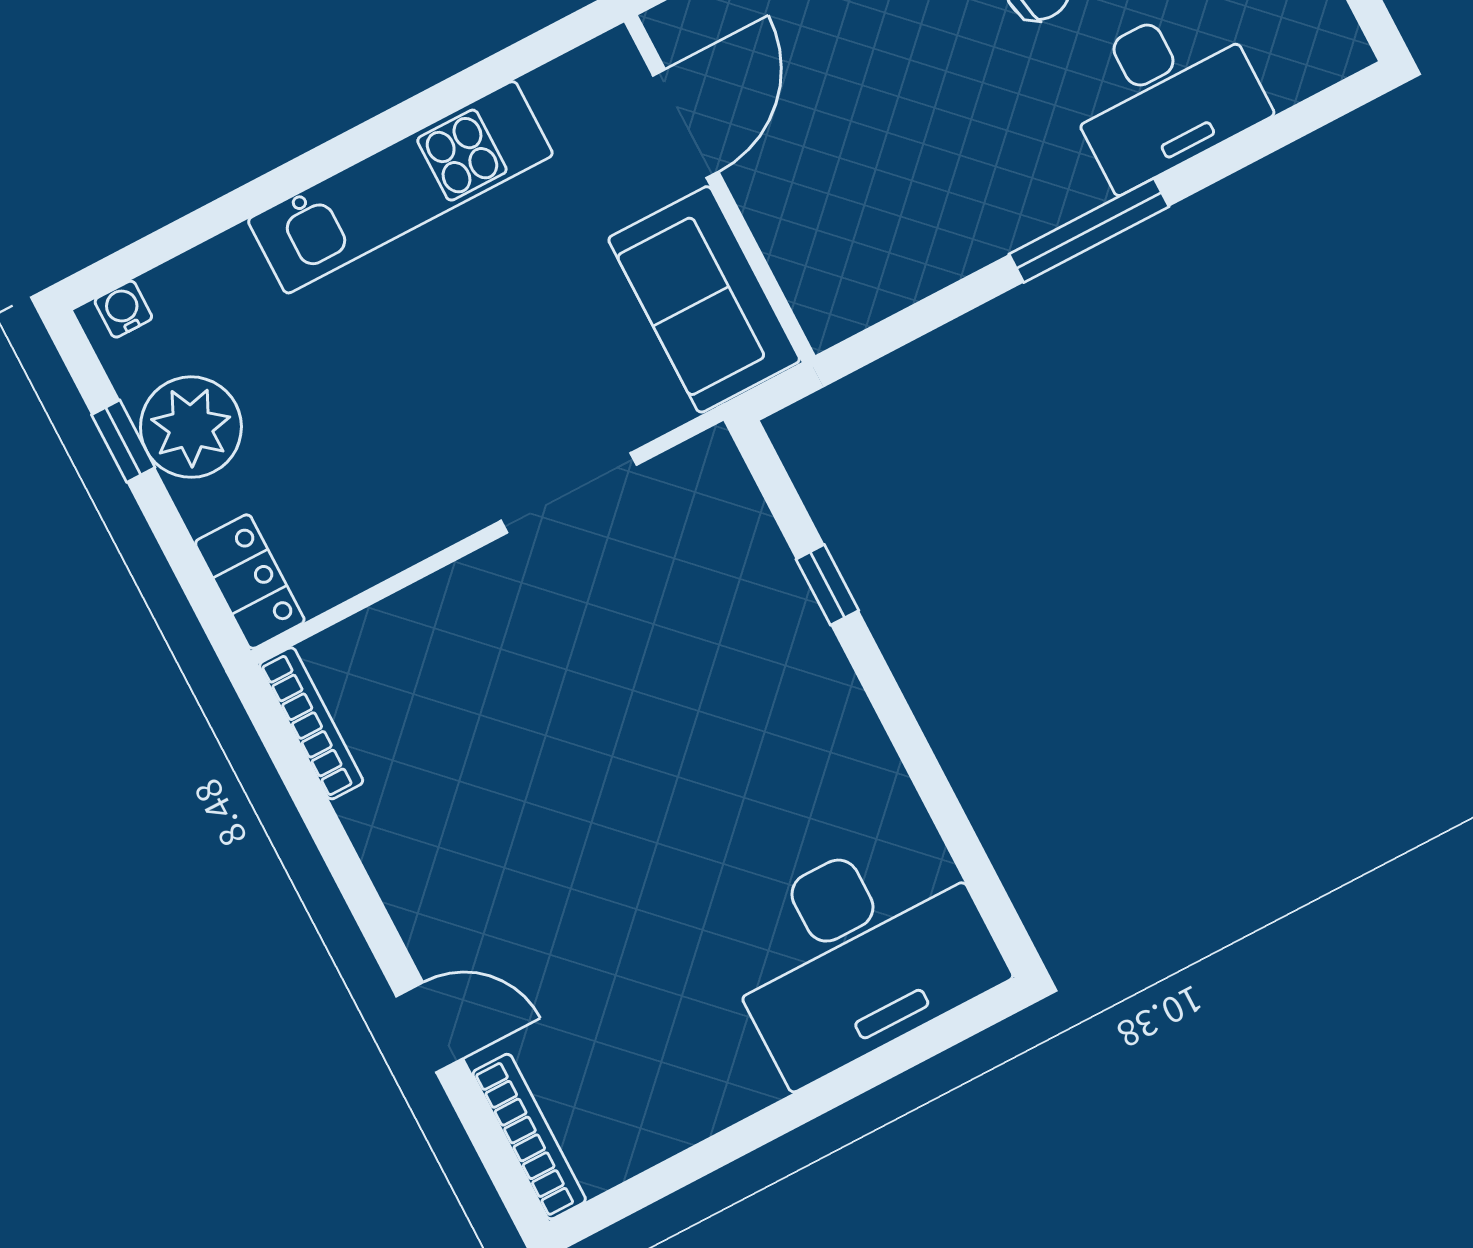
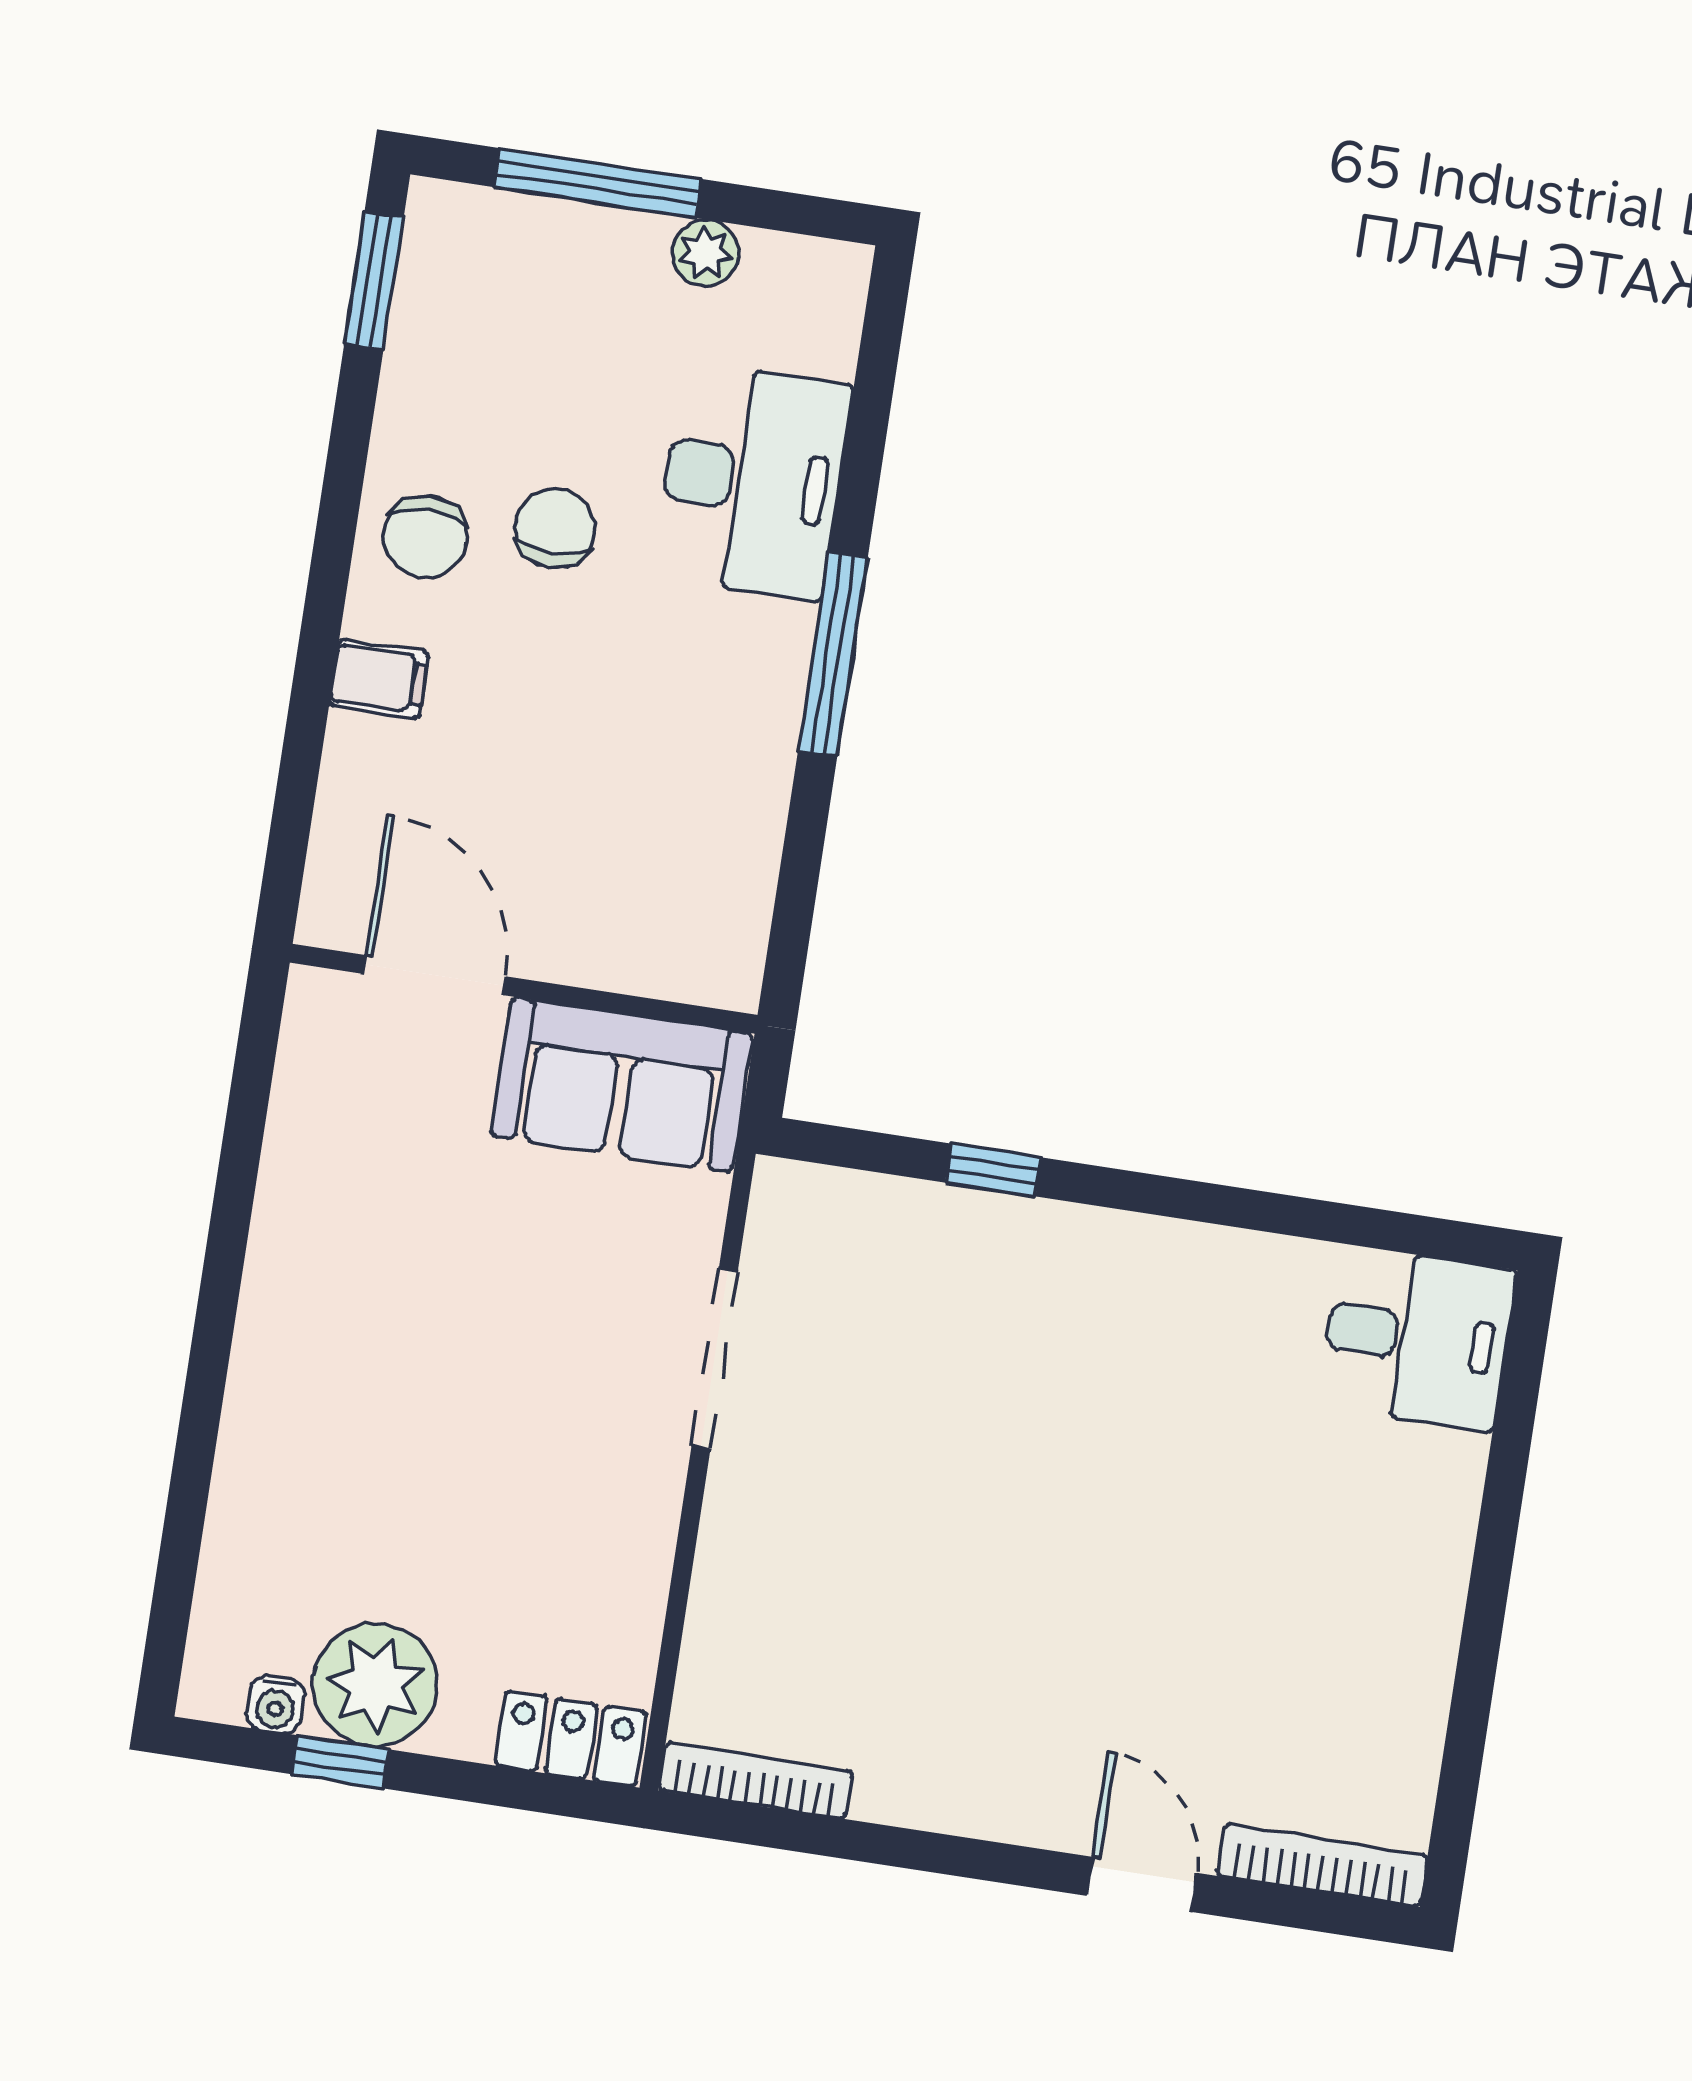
kitchen unit: (400, 187) -> (290, 1303), removed
water cooler: (123, 309) -> (276, 1704), moved, turned -90
desk: (859, 952) -> (1417, 1338), width x0.53, depth x0.77
door: (430, 1027) -> (1142, 1884), hinge flipped

